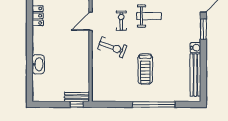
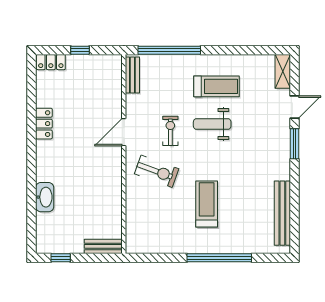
weight bench: (149, 16) -> (212, 124), turned 180
water cooler: (196, 48) -> (283, 172), removed
treadmill: (145, 69) -> (207, 204), turned 180
window: (77, 104) -> (61, 258), moved

